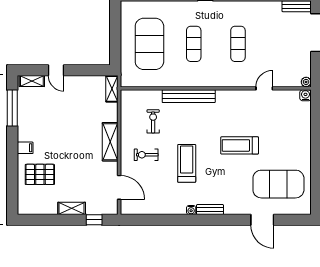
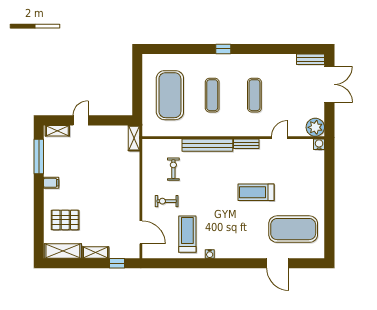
door: (56, 70) -> (81, 120), swing flipped
plant: (306, 82) -> (315, 127), width x1.88, depth x1.88
shelving: (110, 142) -> (63, 251), moved, turned 90
filing cabinet: (25, 148) -> (51, 183), moved
treadmill: (187, 163) -> (187, 234), moved
bench: (210, 210) -> (246, 144), moved

